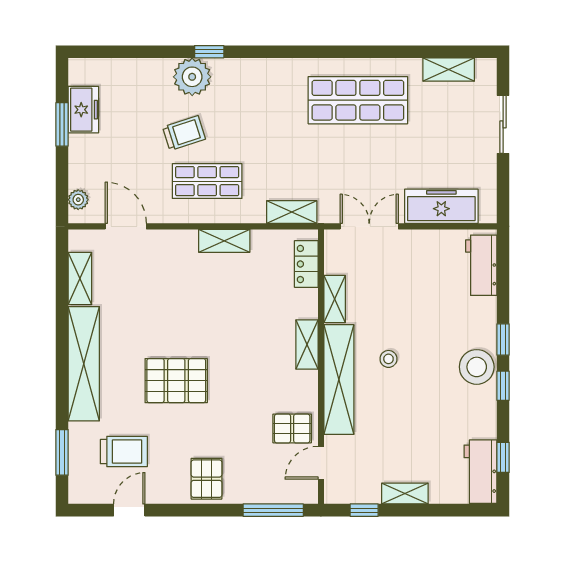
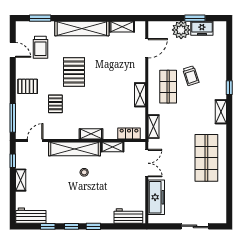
shelving: (449, 70) -> (221, 112), moved
plant: (192, 77) -> (217, 80), removed
plant: (78, 200) -> (181, 30), moved, width x1.87, depth x1.87
stool: (477, 367) -> (80, 214), removed
pallet: (292, 428) -> (55, 104), moved
window: (503, 457) -> (48, 226), moved
door: (321, 463) -> (35, 140), hinge flipped

